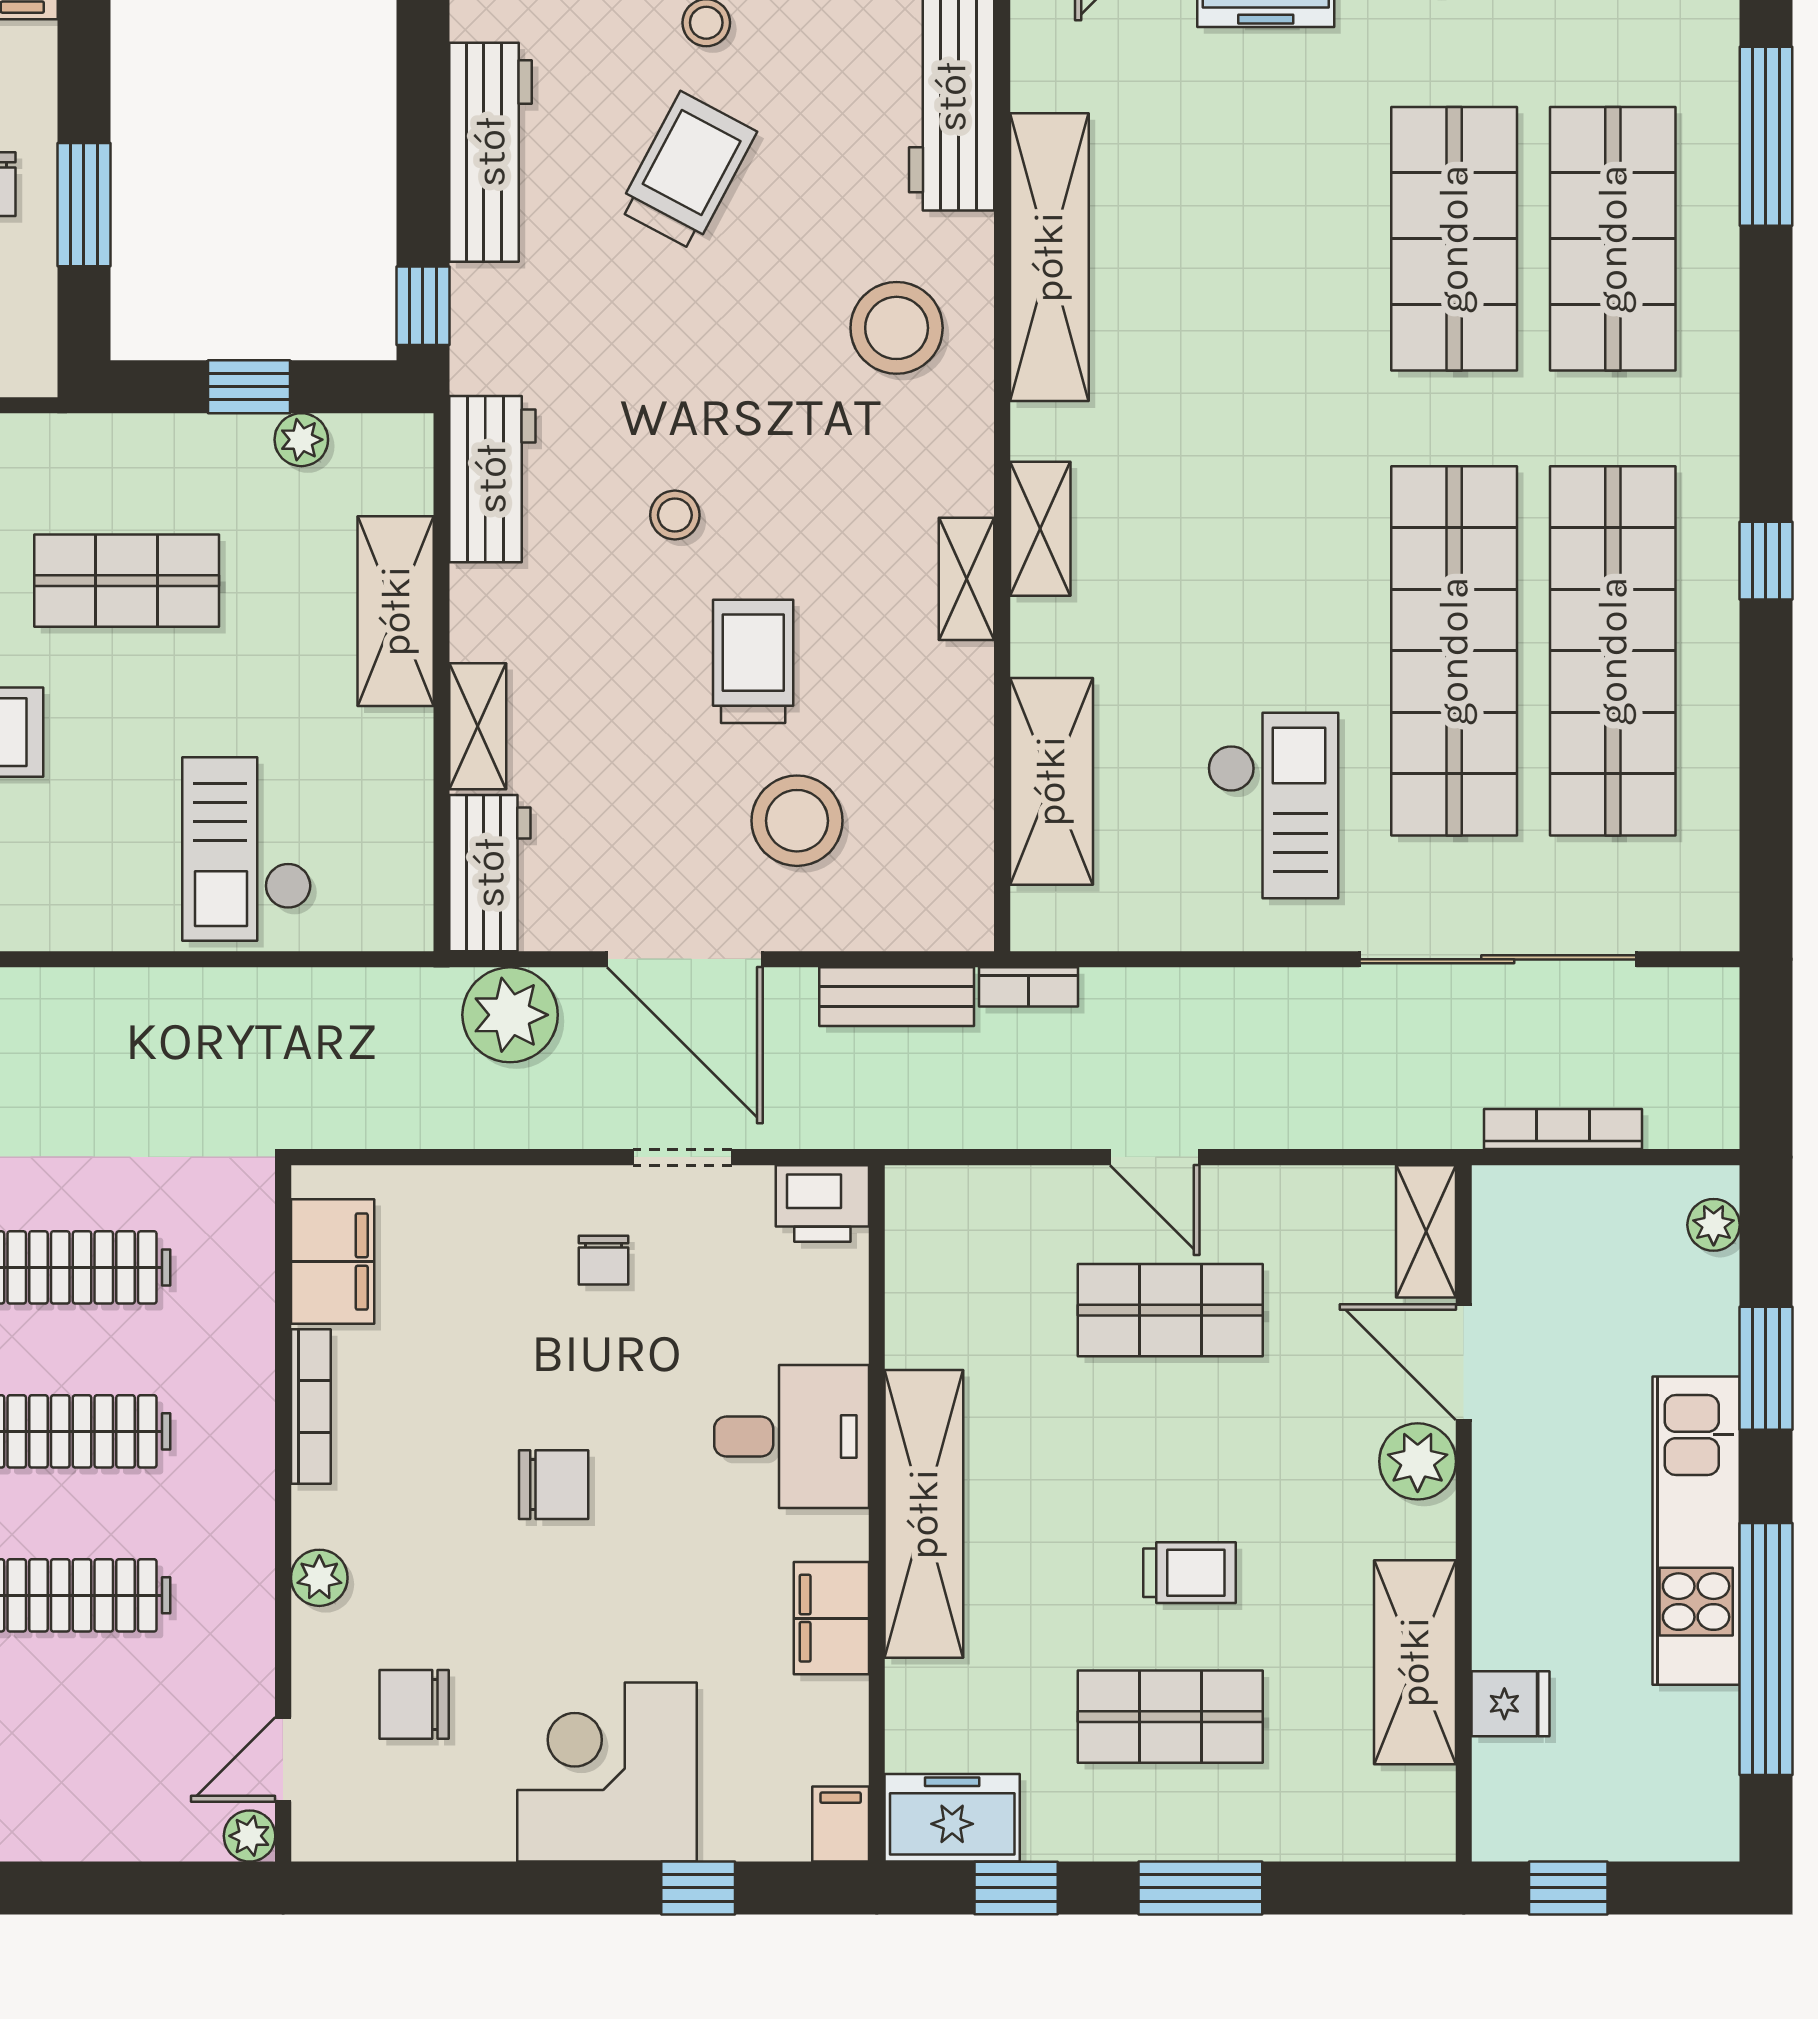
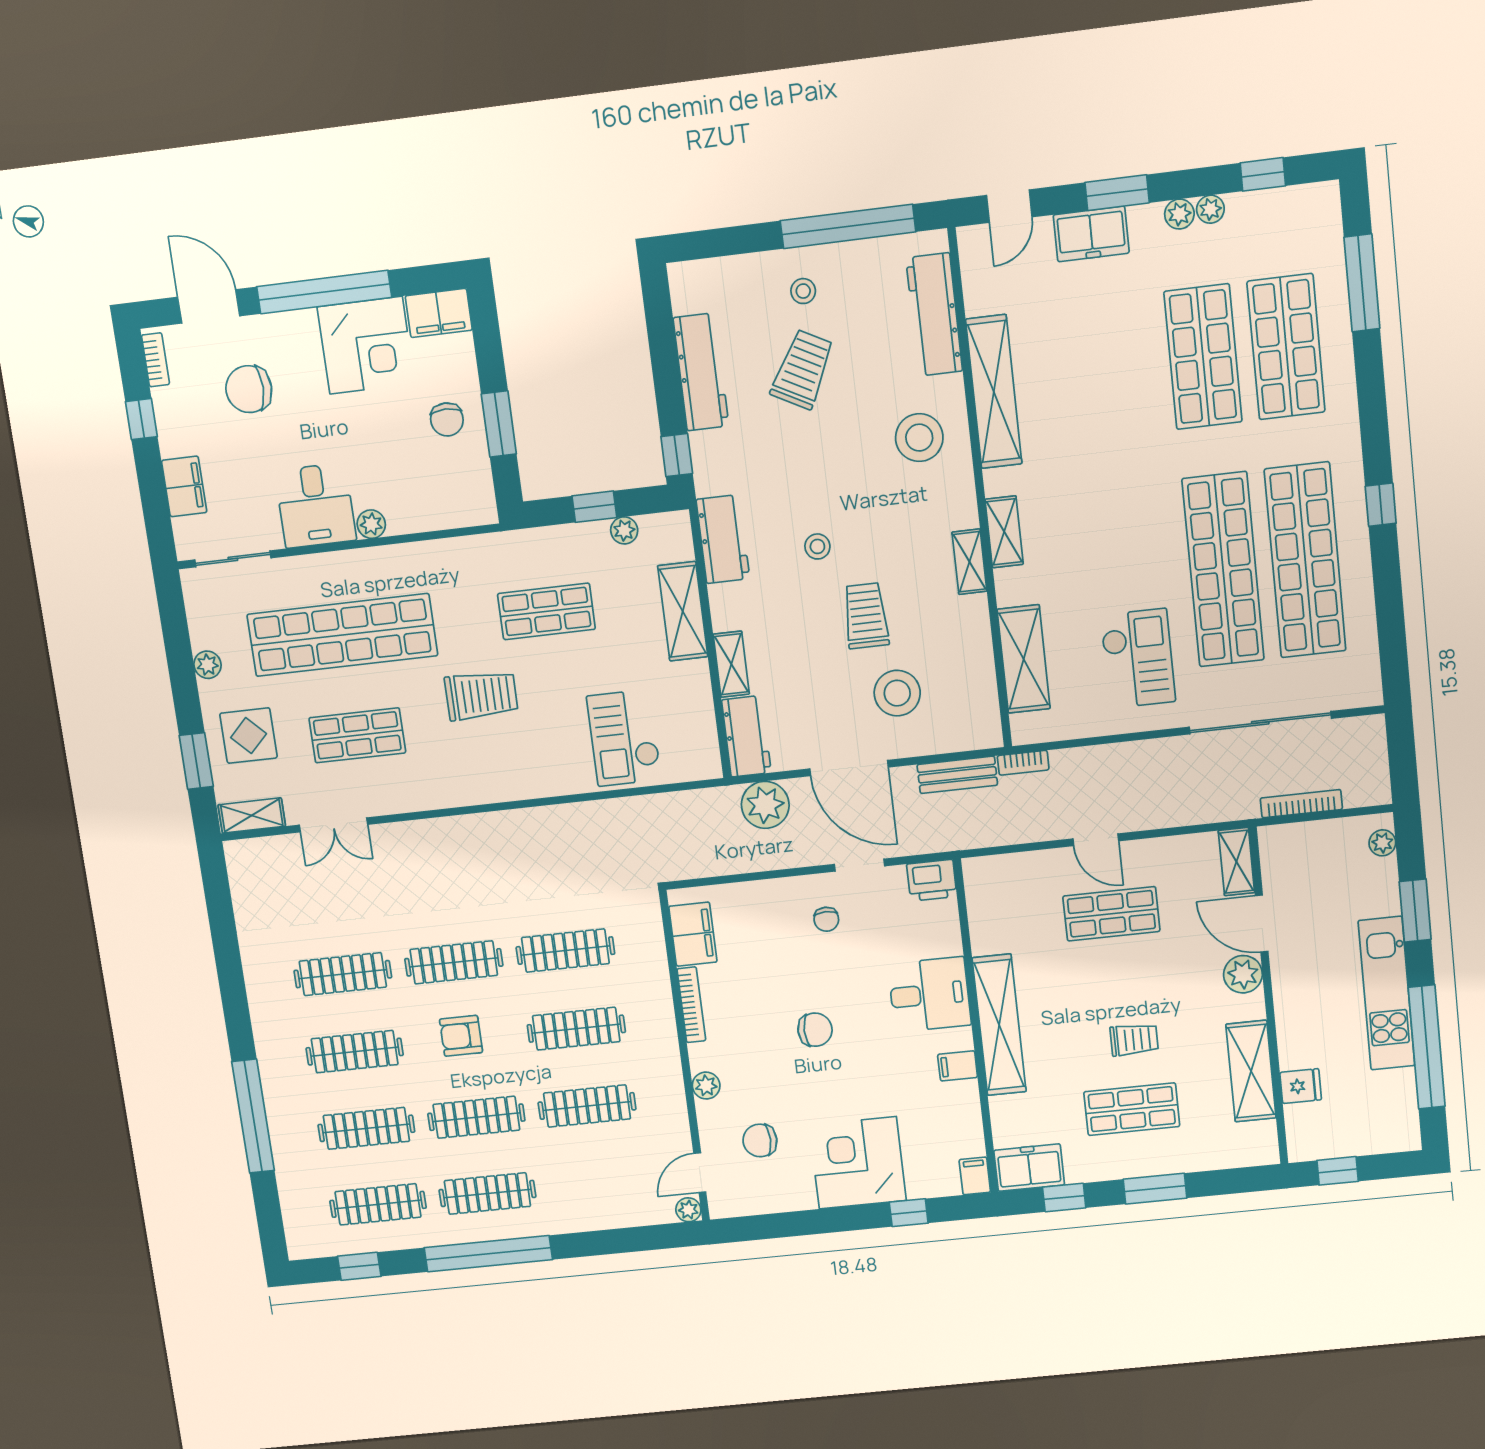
filing cabinet: (831, 1618) -> (958, 1066), width x0.50

